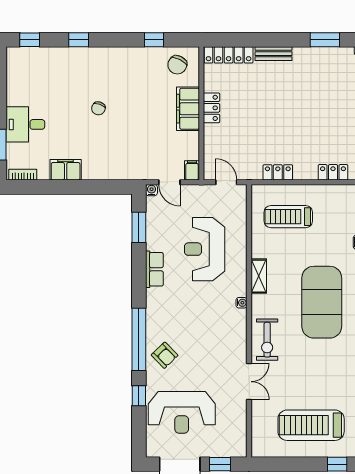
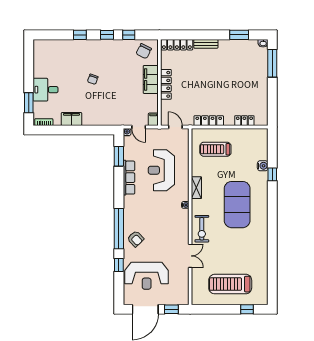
window: (30, 40) -> (107, 35), moved
locker: (212, 108) -> (166, 84), width x1.53
locker: (278, 172) -> (209, 121), width x1.53
row of seats: (154, 269) -> (129, 178), width x1.48

